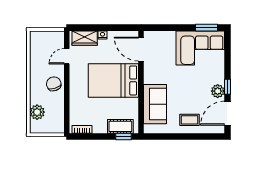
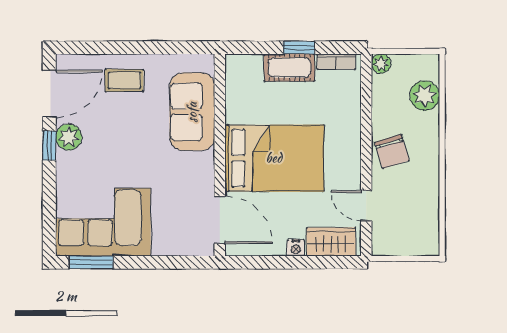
door: (67, 56) -> (366, 206), swing flipped
cot: (120, 126) -> (289, 68), moved
plant: (59, 128) -> (381, 64), added
window: (124, 137) -> (299, 48), moved

